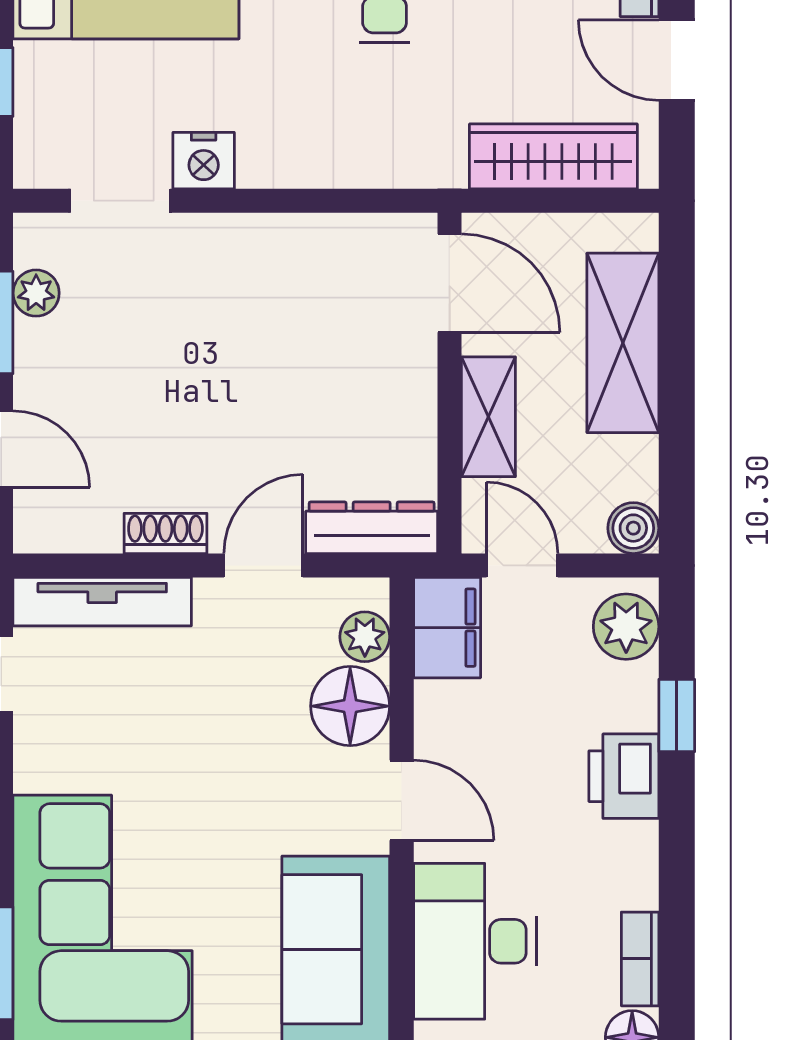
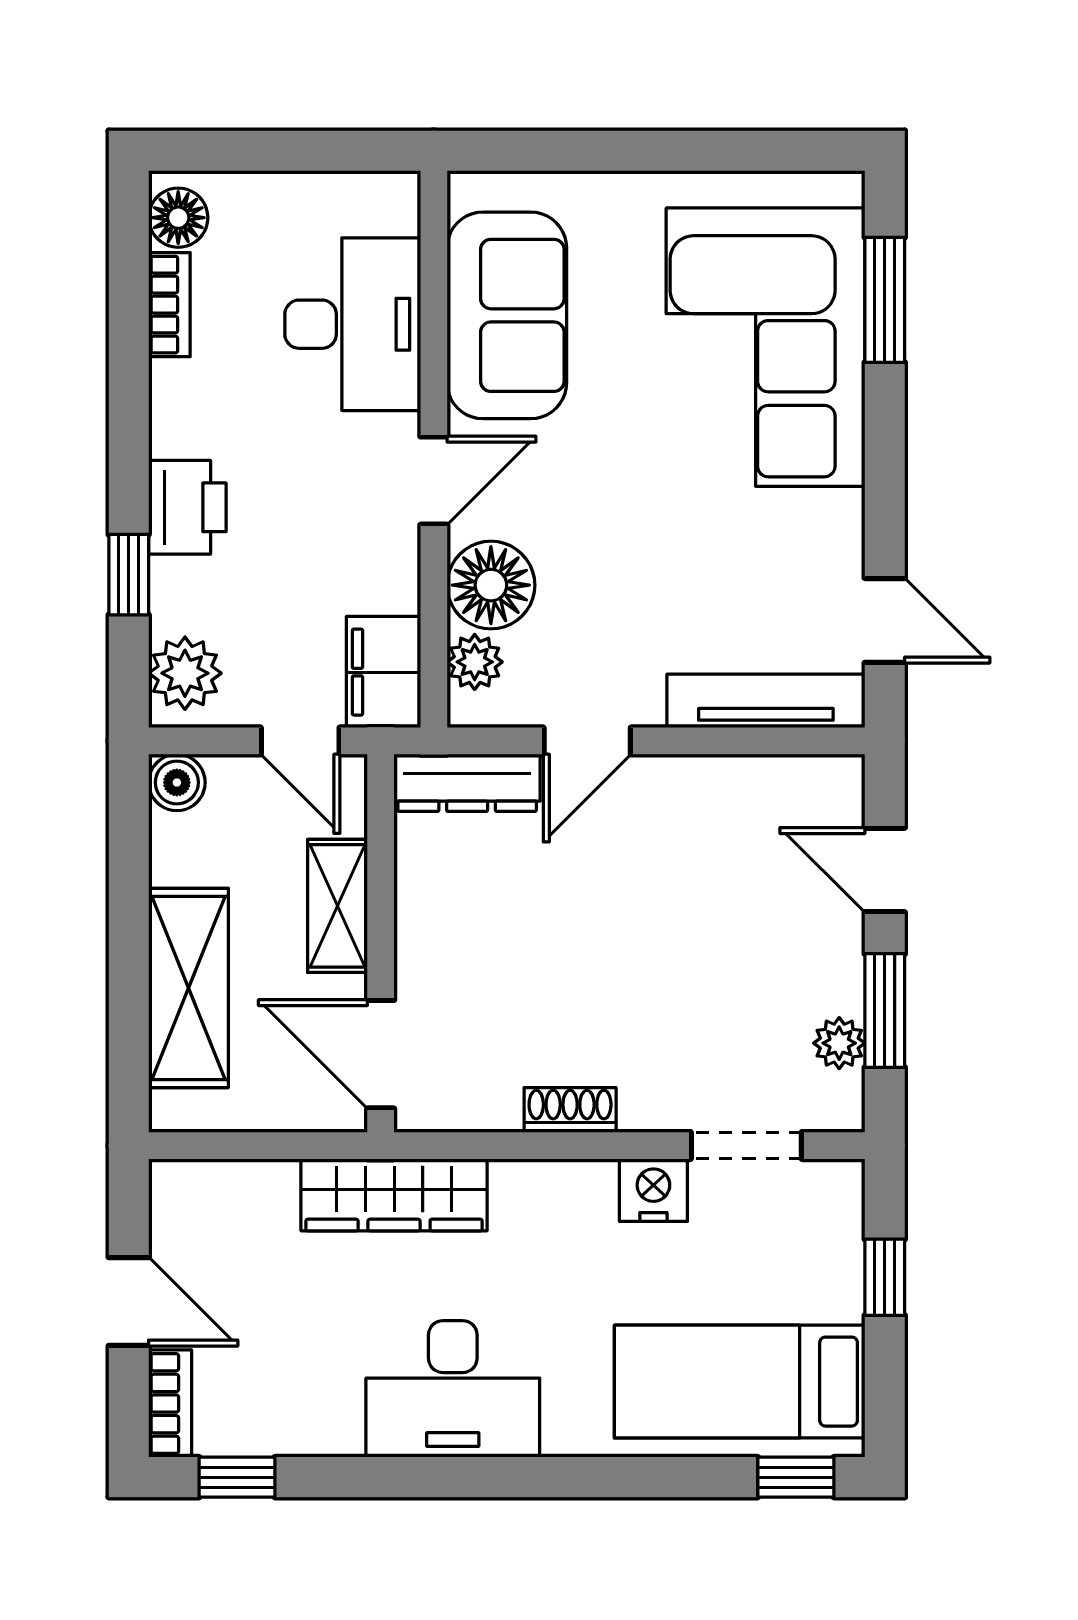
wardrobe: (553, 156) -> (394, 1195), moved
shoe rack: (165, 533) -> (570, 1110), moved, turned 180
door: (402, 800) -> (434, 481), swing flipped

